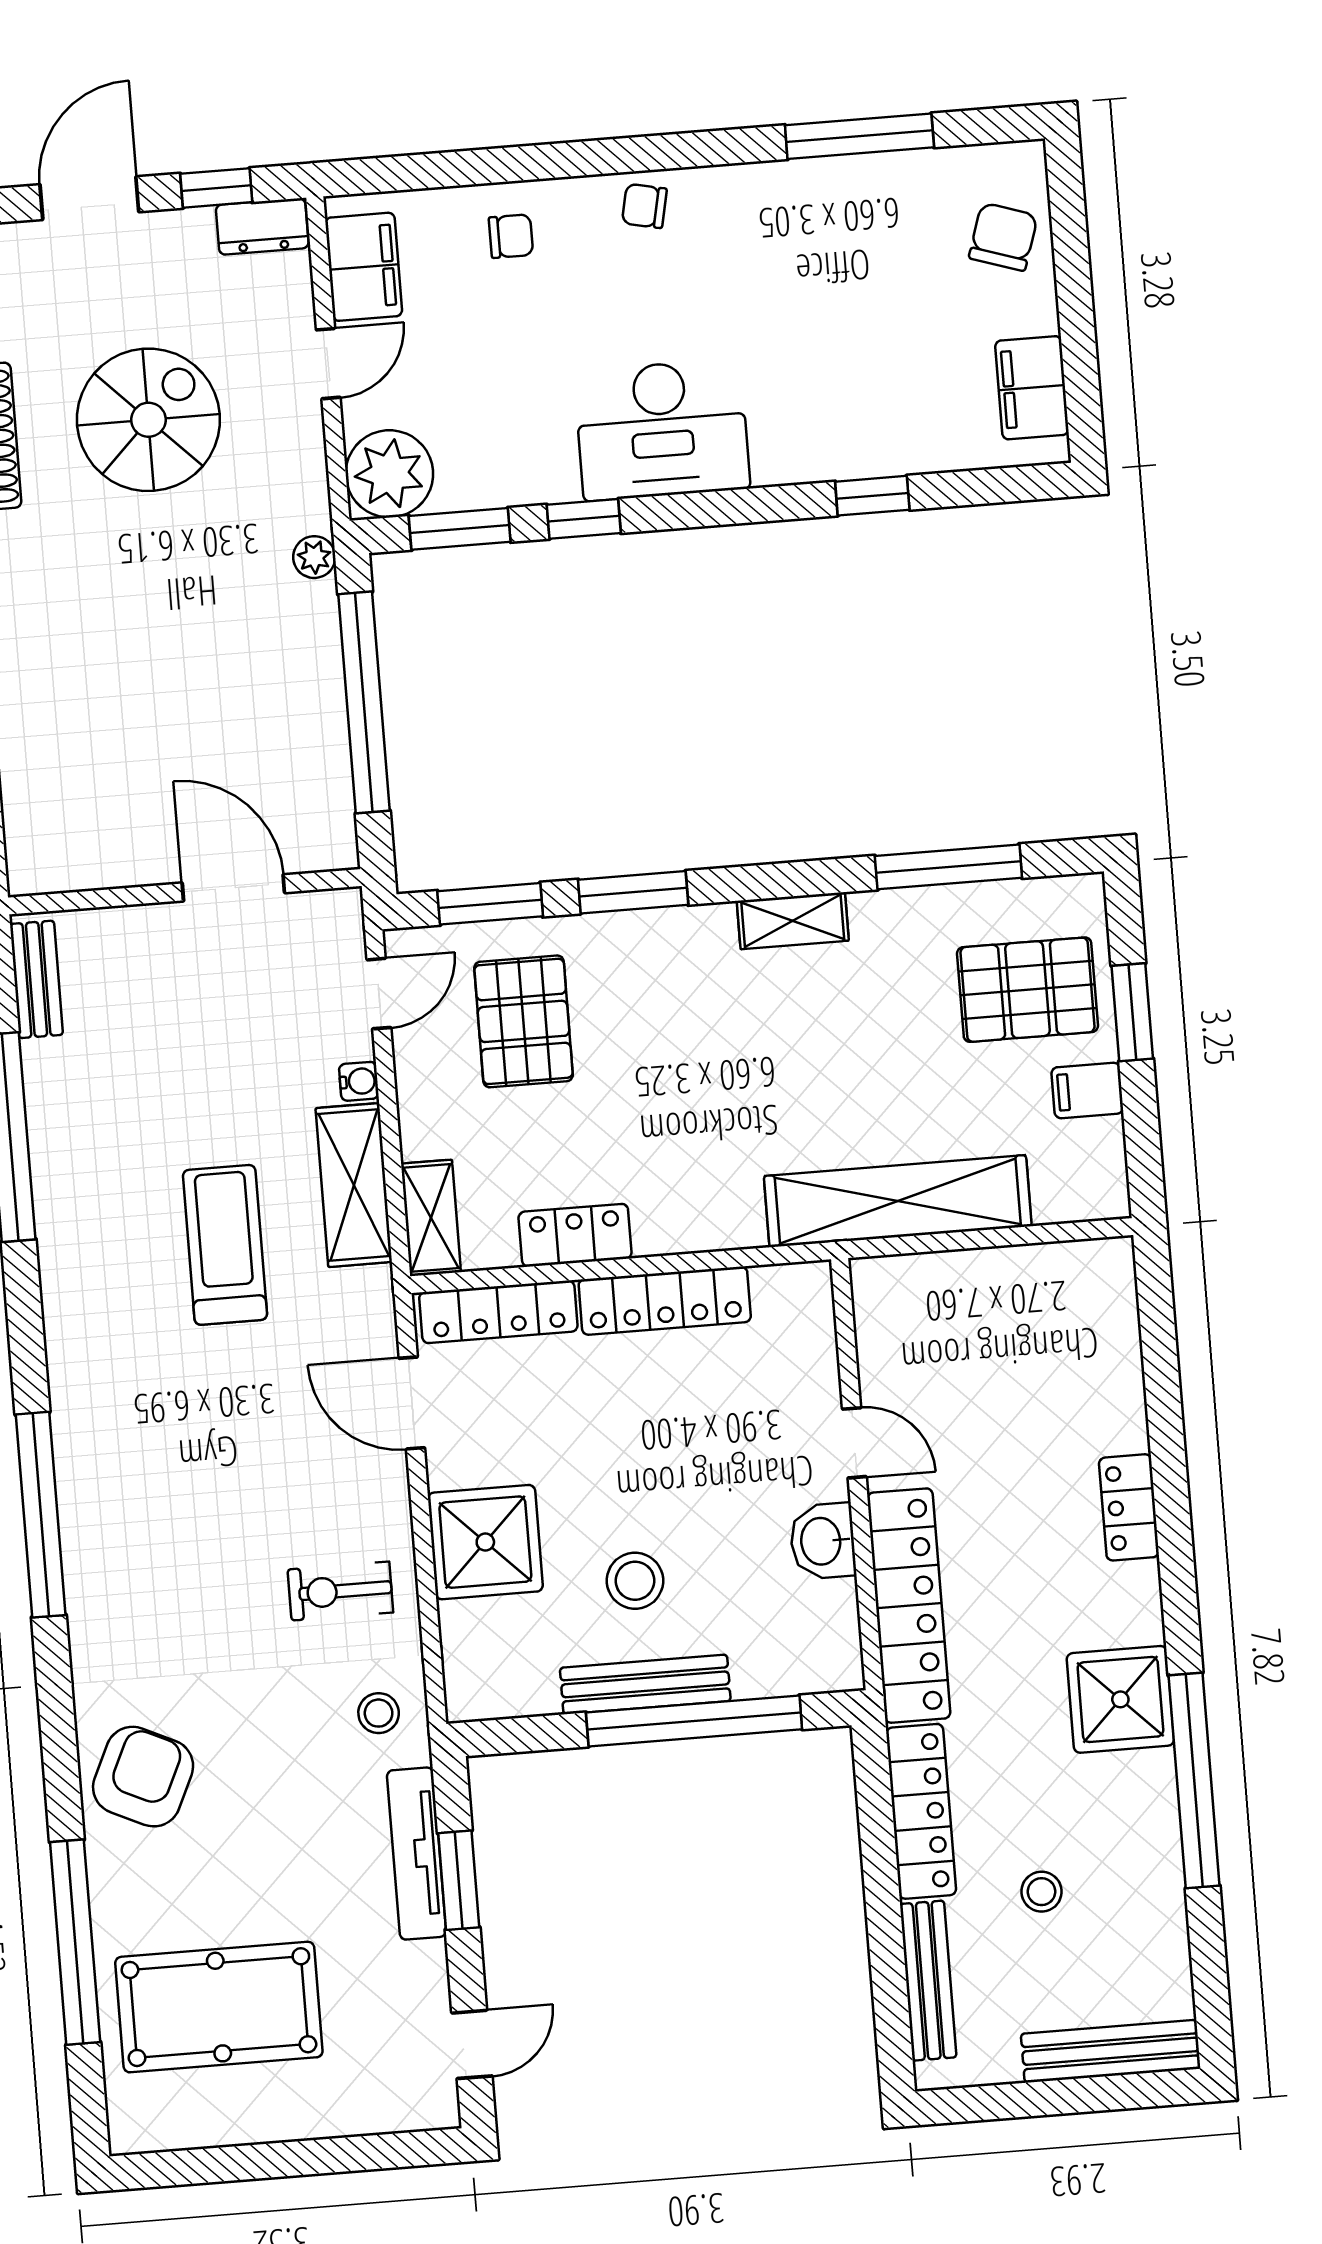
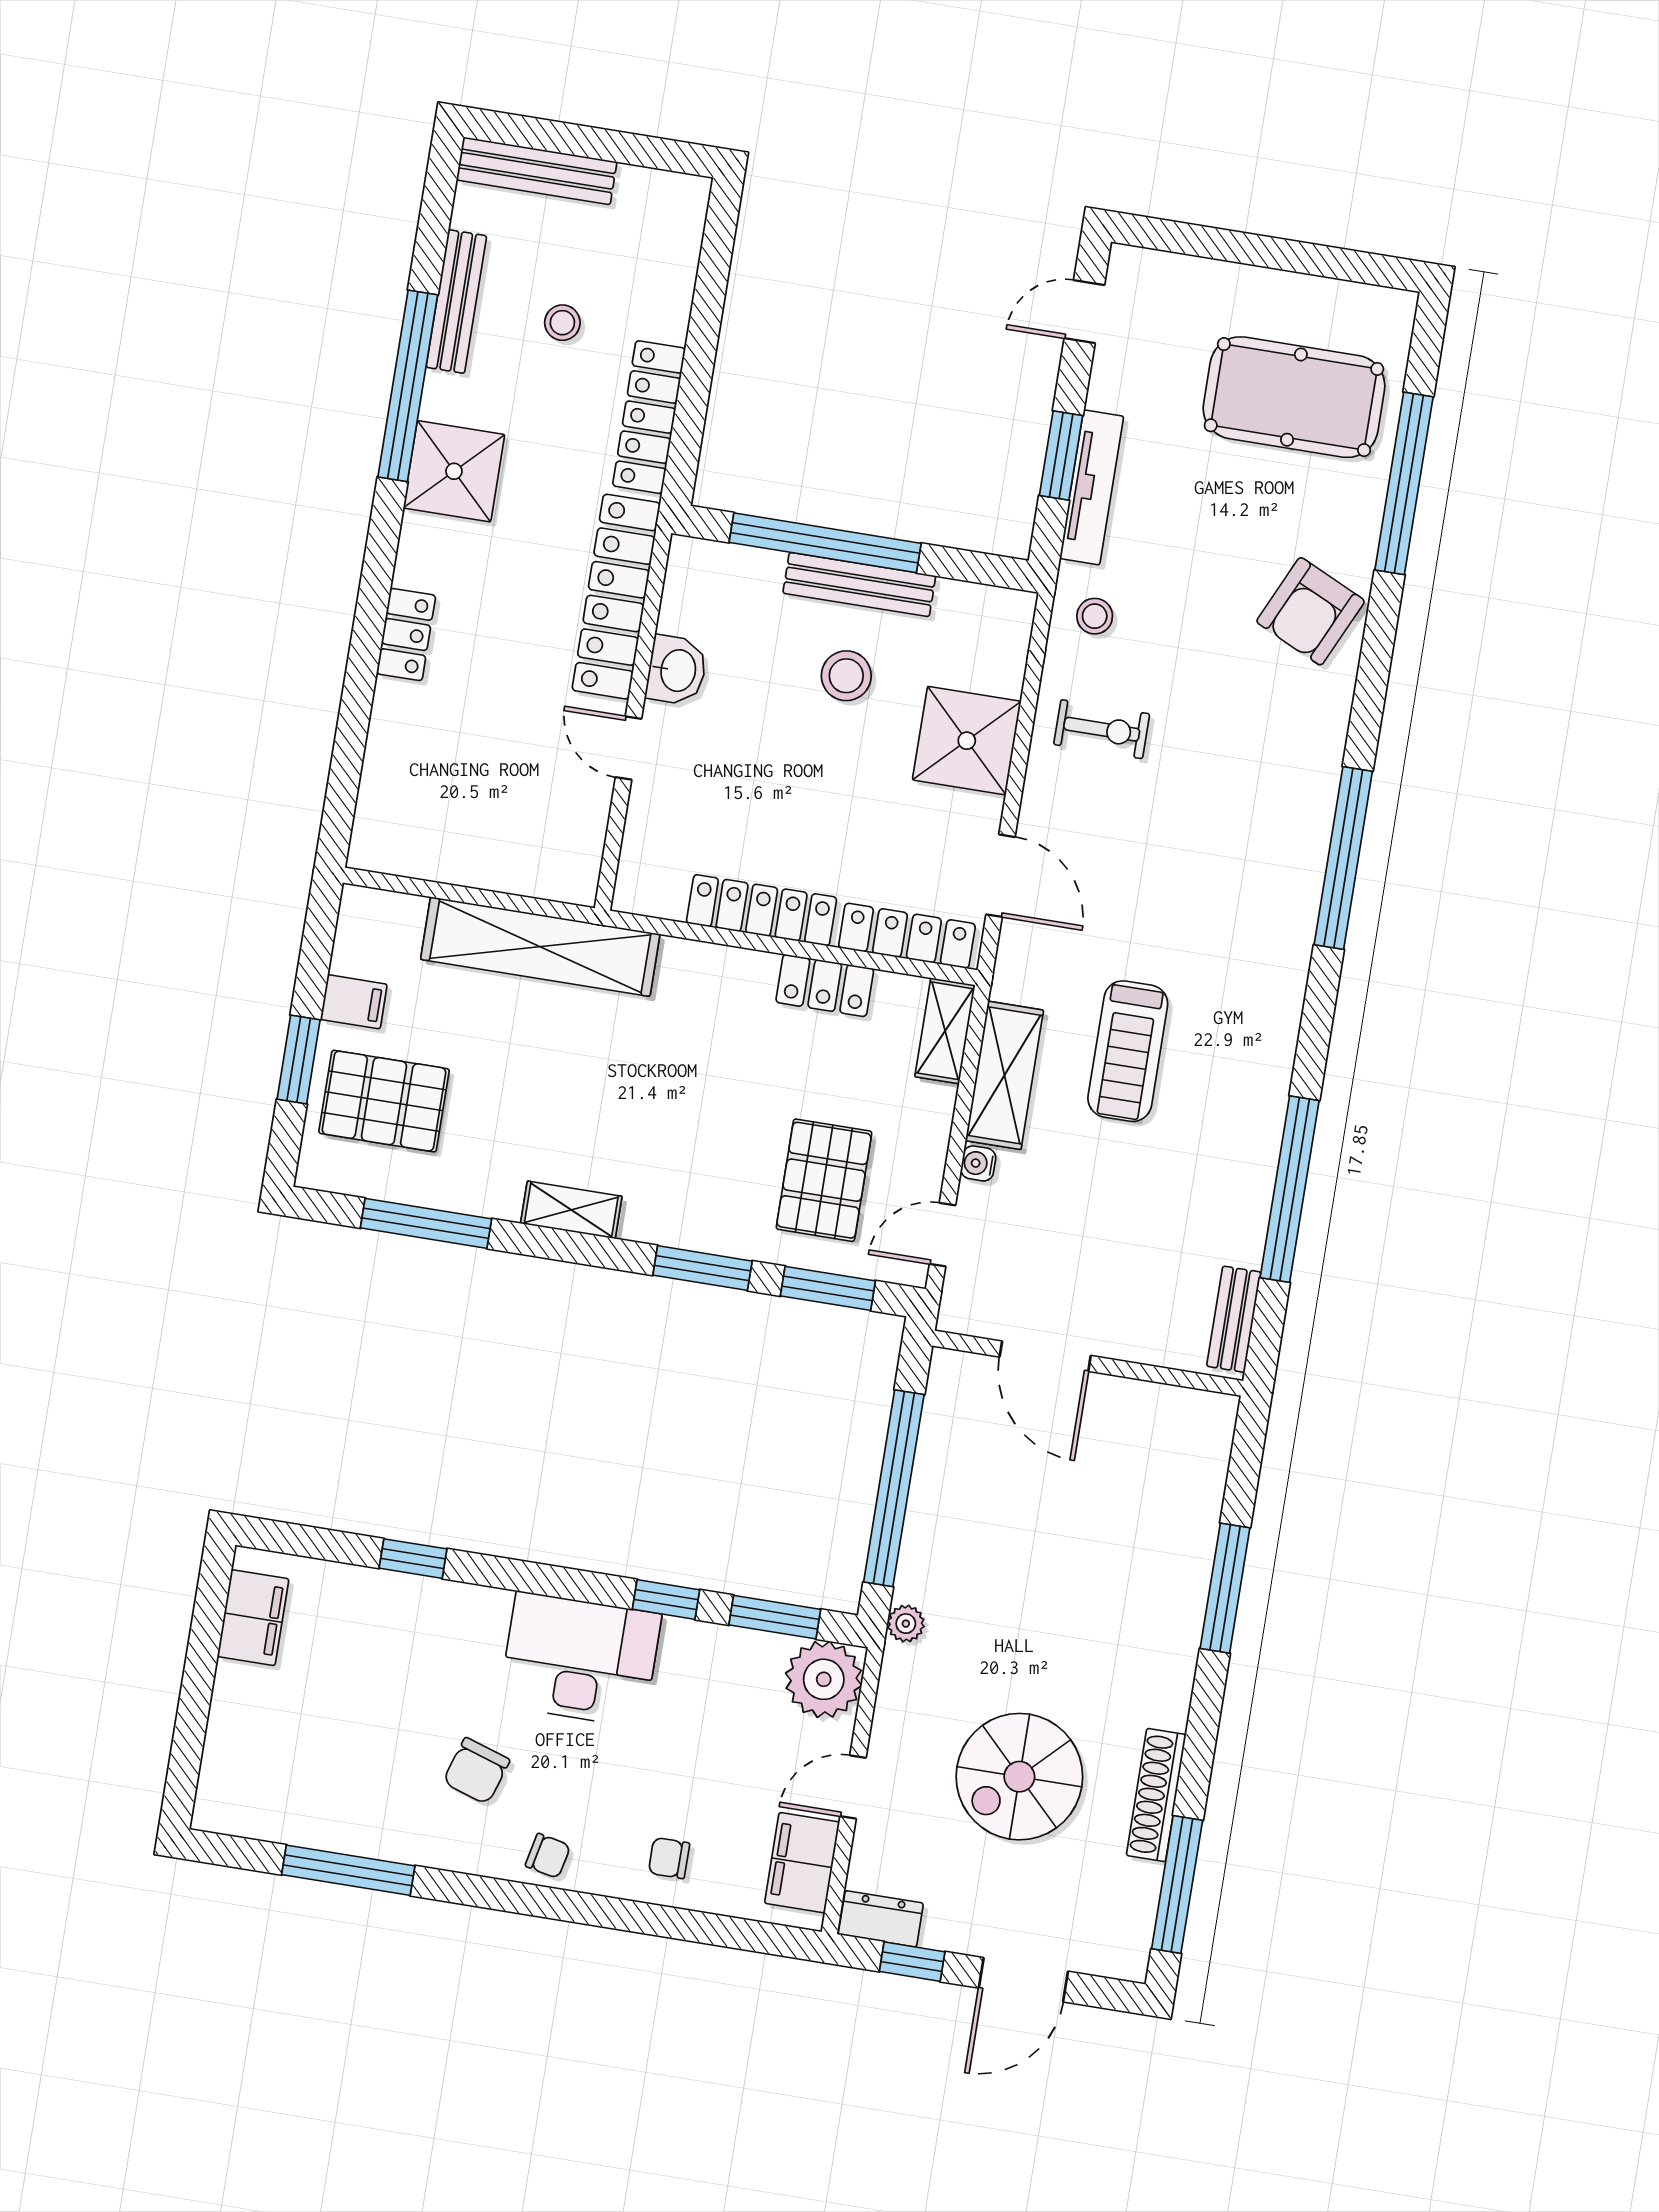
chair: (1003, 237) -> (476, 1771), moved
bench: (928, 1981) -> (456, 301), moved

